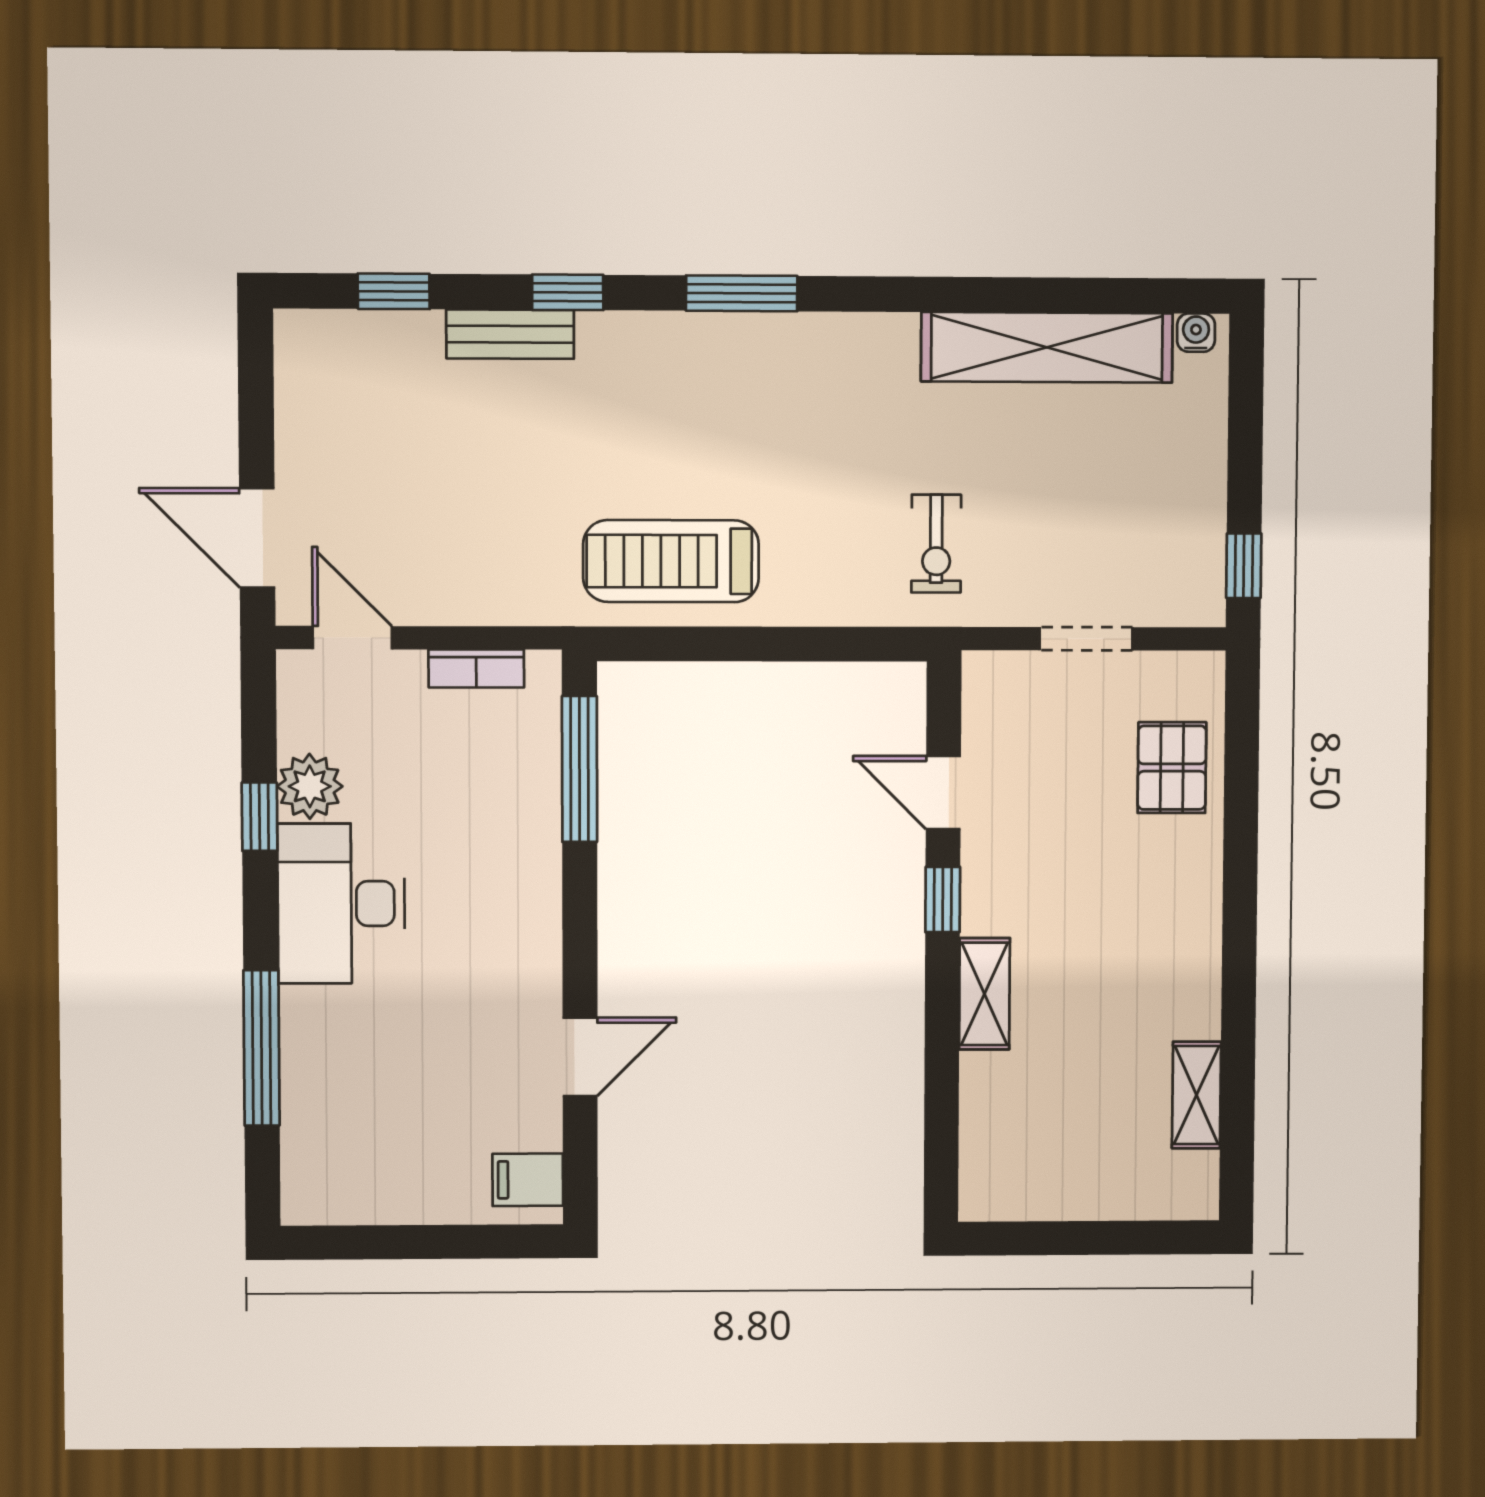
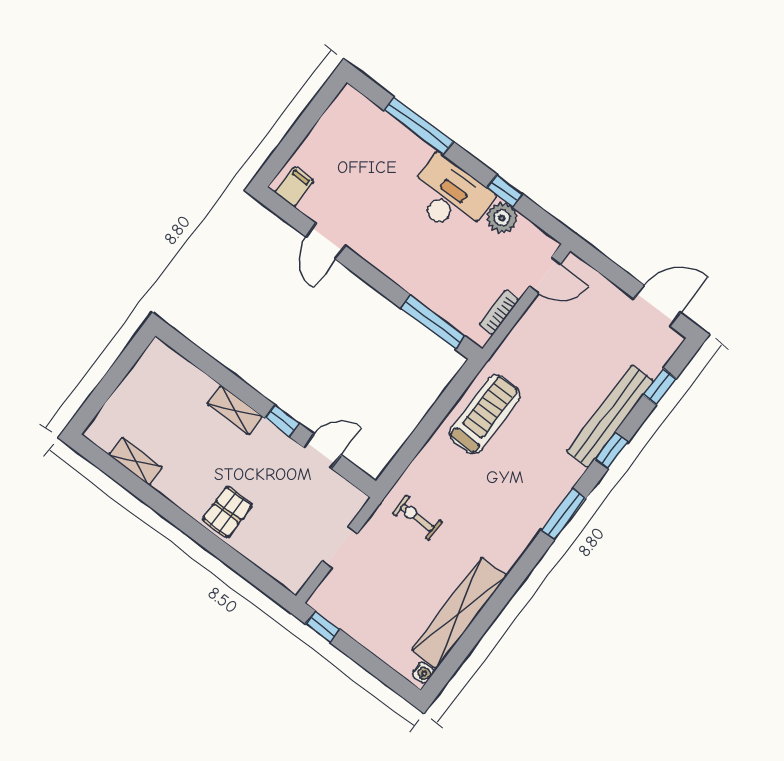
bench: (510, 334) -> (610, 416), width x1.86, depth x1.21
door: (257, 538) -> (657, 306), moved
pallet: (1172, 768) -> (227, 512), moved, turned 90

